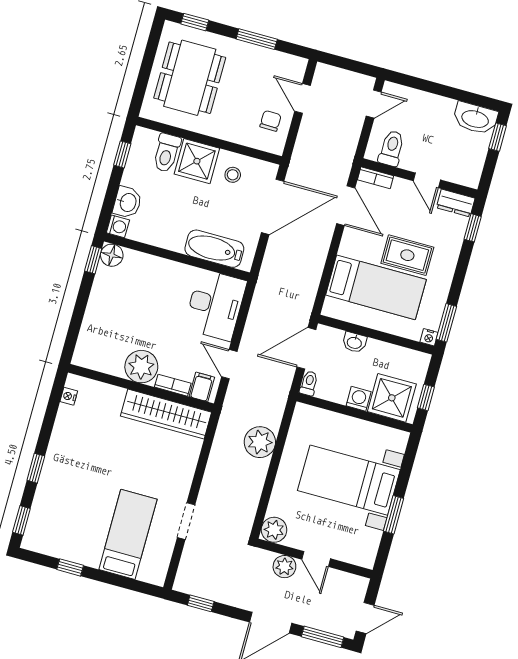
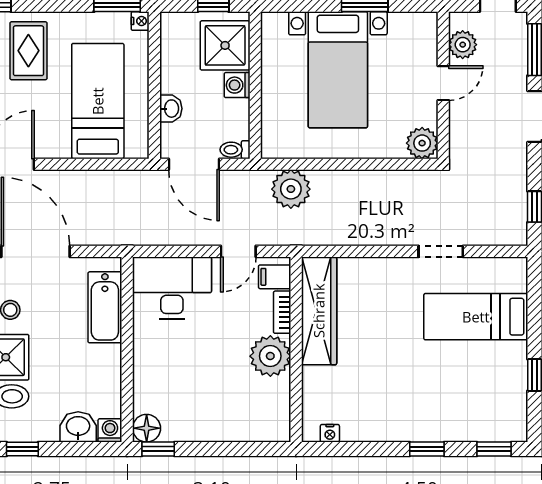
rug: (407, 255) -> (28, 51), moved
plant: (260, 442) -> (291, 189), moved
plant: (284, 567) -> (463, 45), moved

